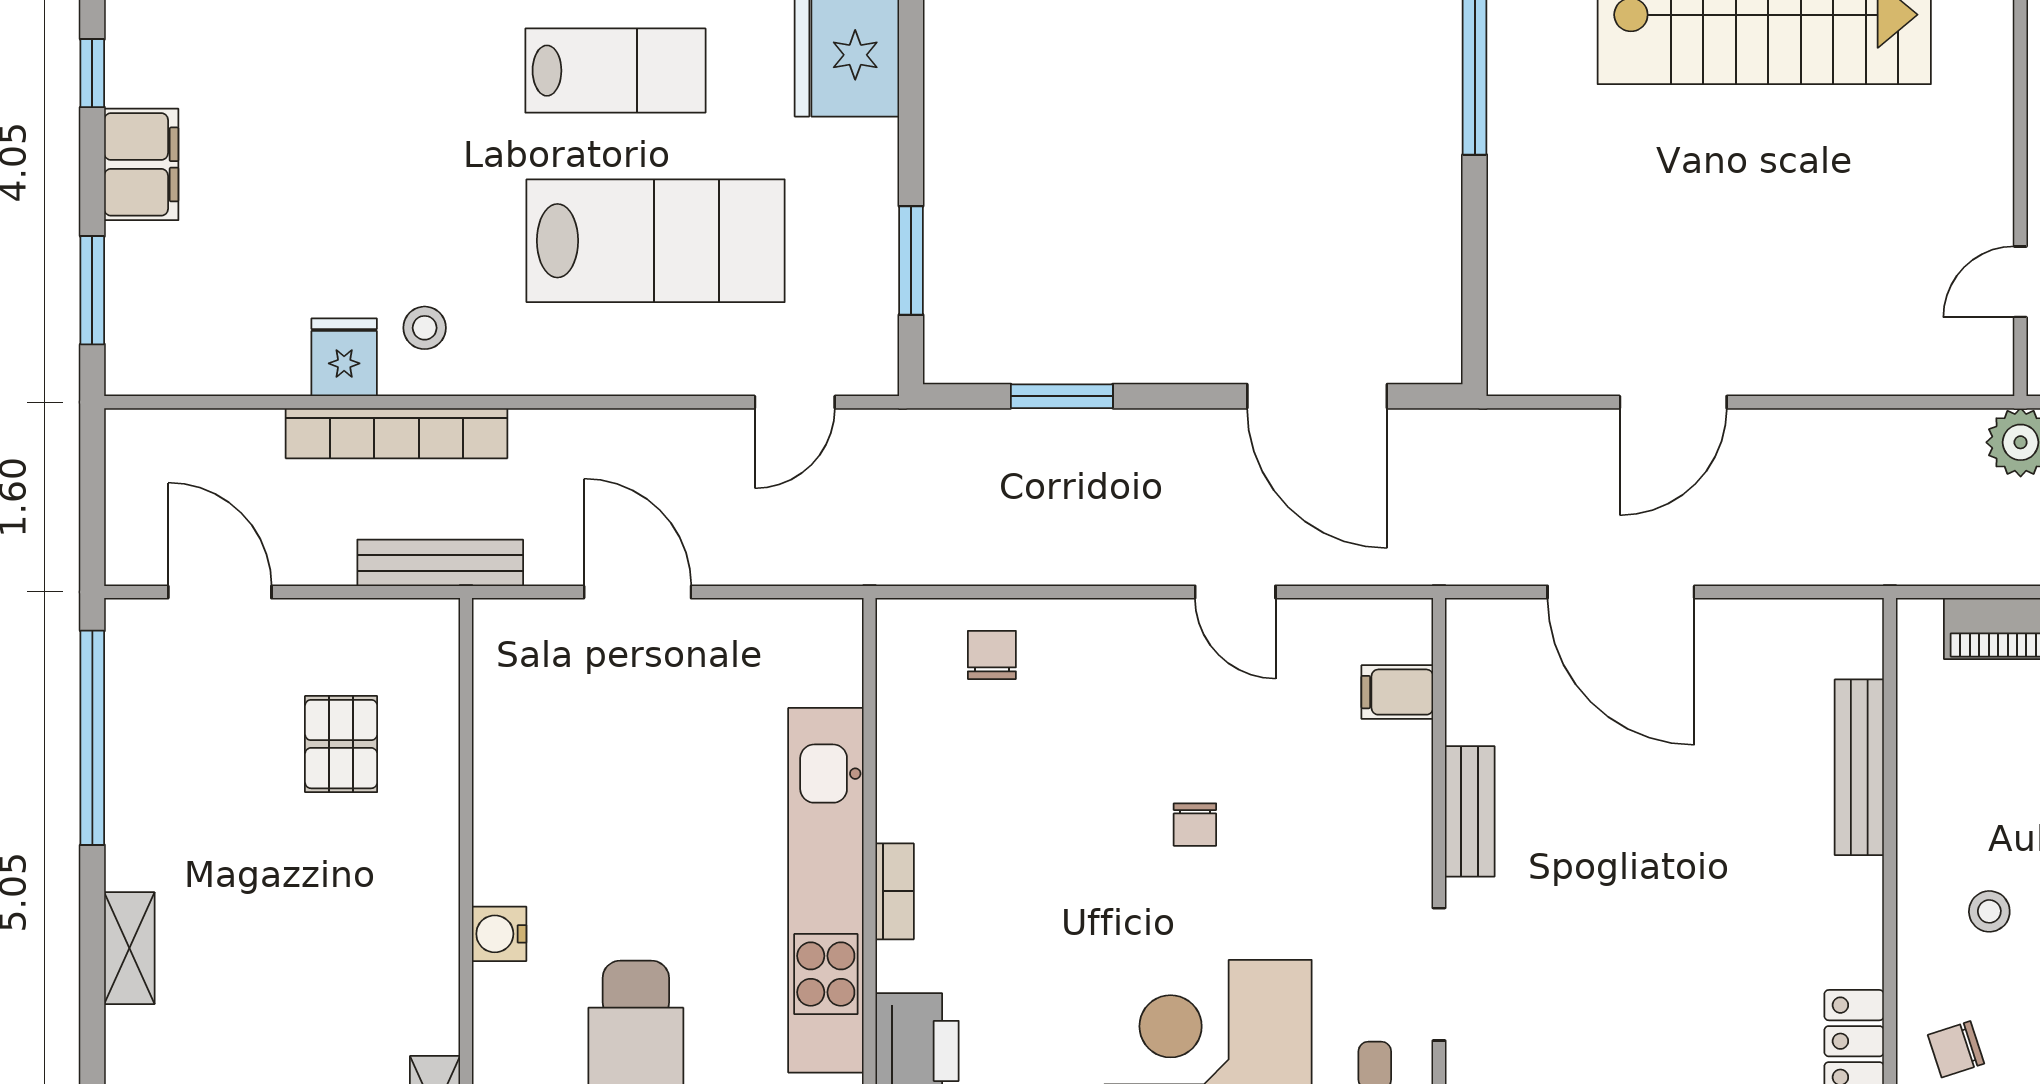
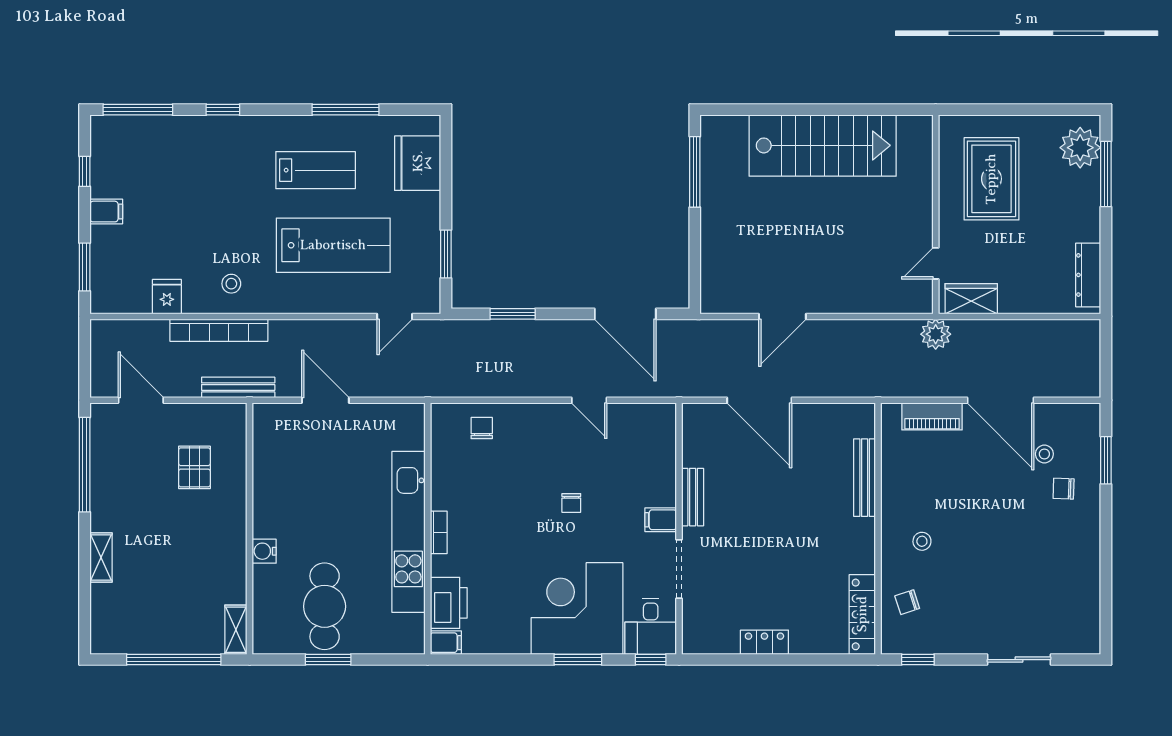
filing cabinet: (141, 164) -> (106, 212), width x0.50
fridge: (344, 357) -> (167, 297), moved
filing cabinet: (1397, 692) -> (661, 520), moved

